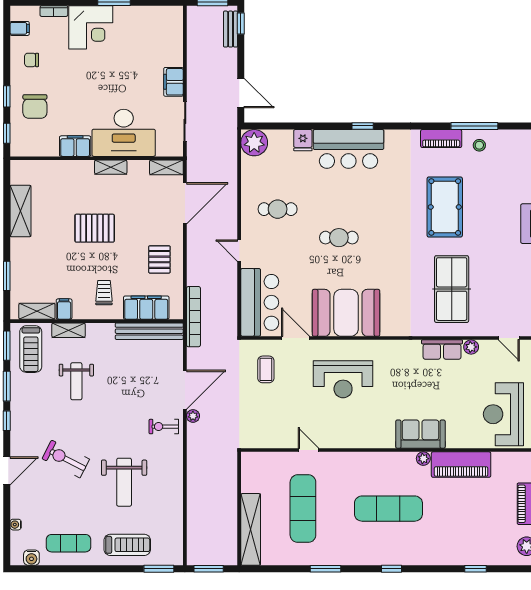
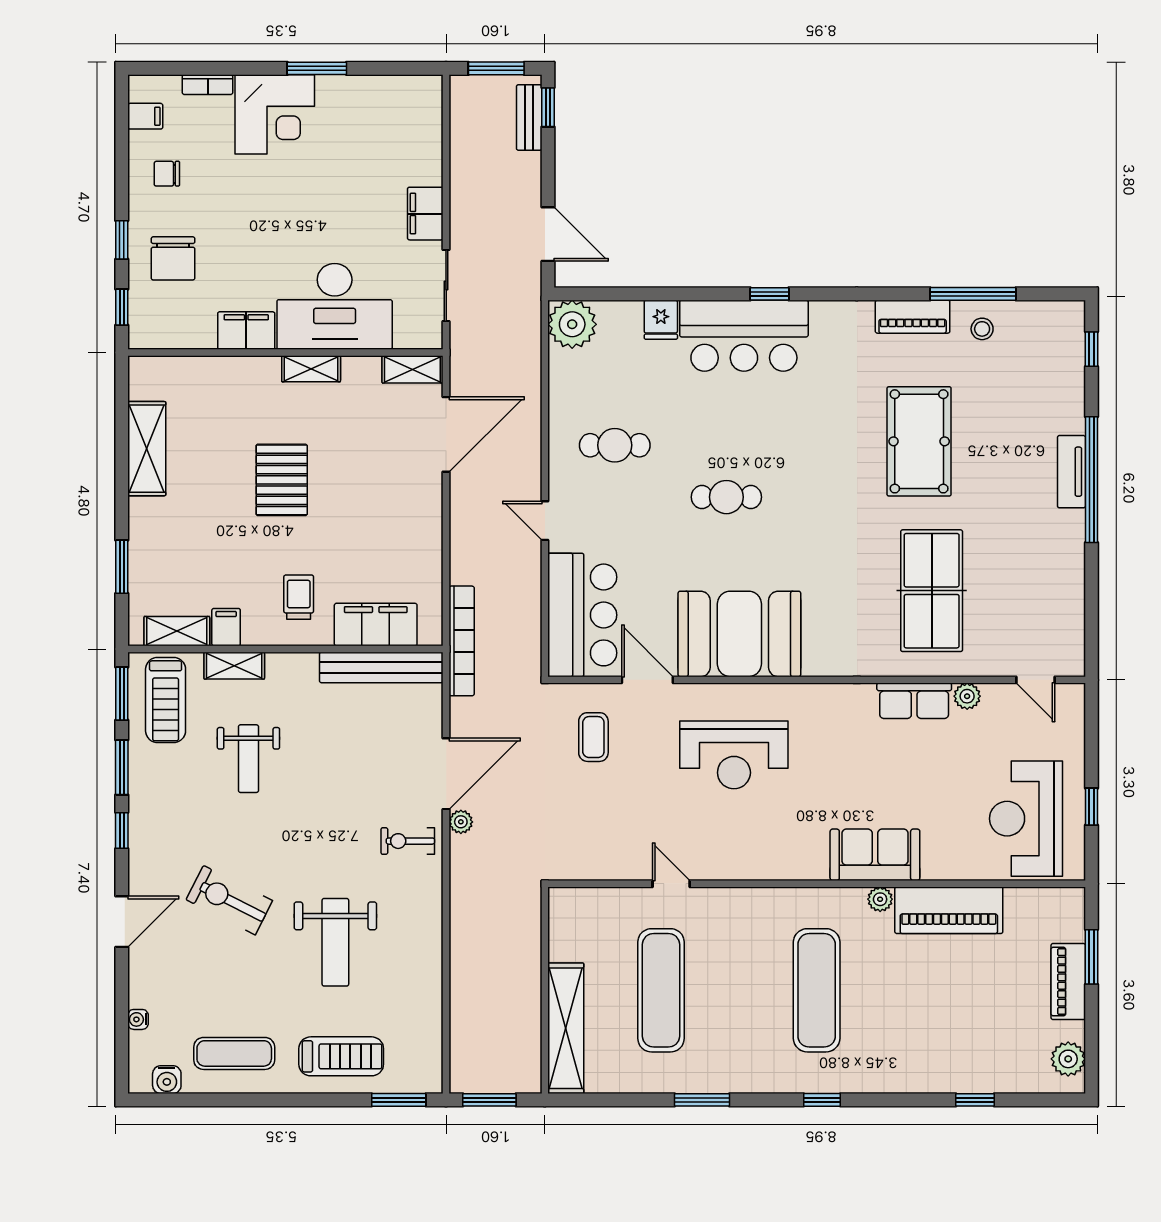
pallet: (95, 228) -> (282, 480), turned 90
pallet: (159, 259) -> (400, 537), removed
exercise mat: (388, 509) -> (817, 990), turned 90

